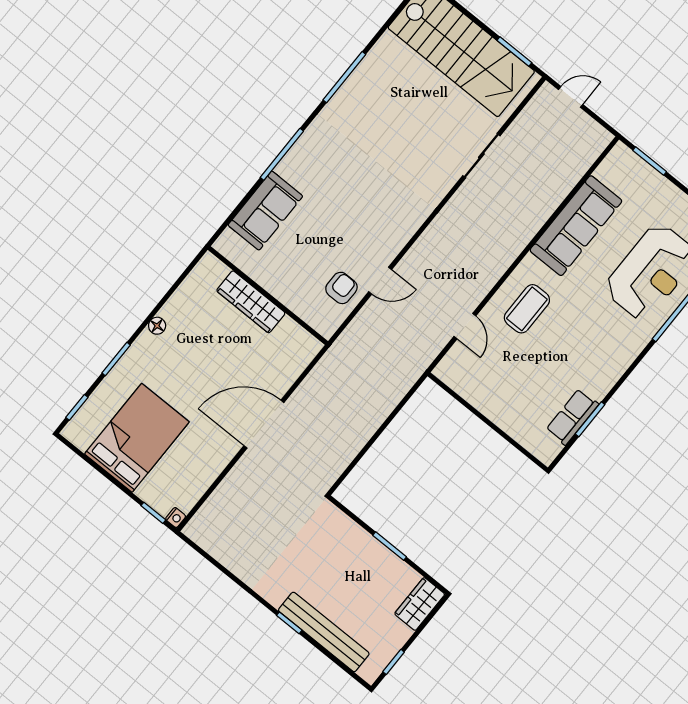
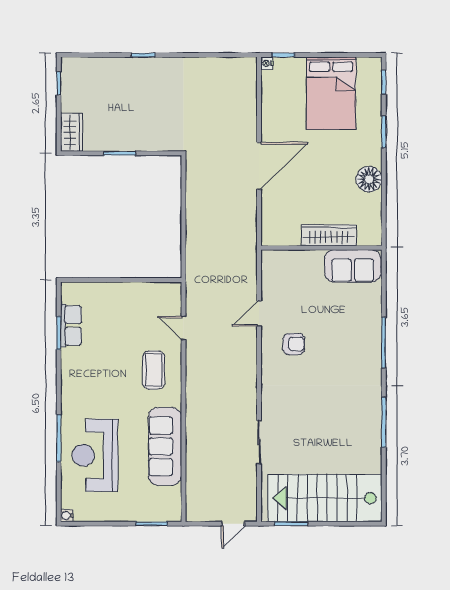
sofa: (265, 211) -> (353, 266), moved, turned -90
armchair: (341, 288) -> (294, 344), moved, turned -90
floor lamp: (157, 326) -> (369, 179), width x1.89, depth x1.89
bench: (324, 632) -> (117, 67), removed

